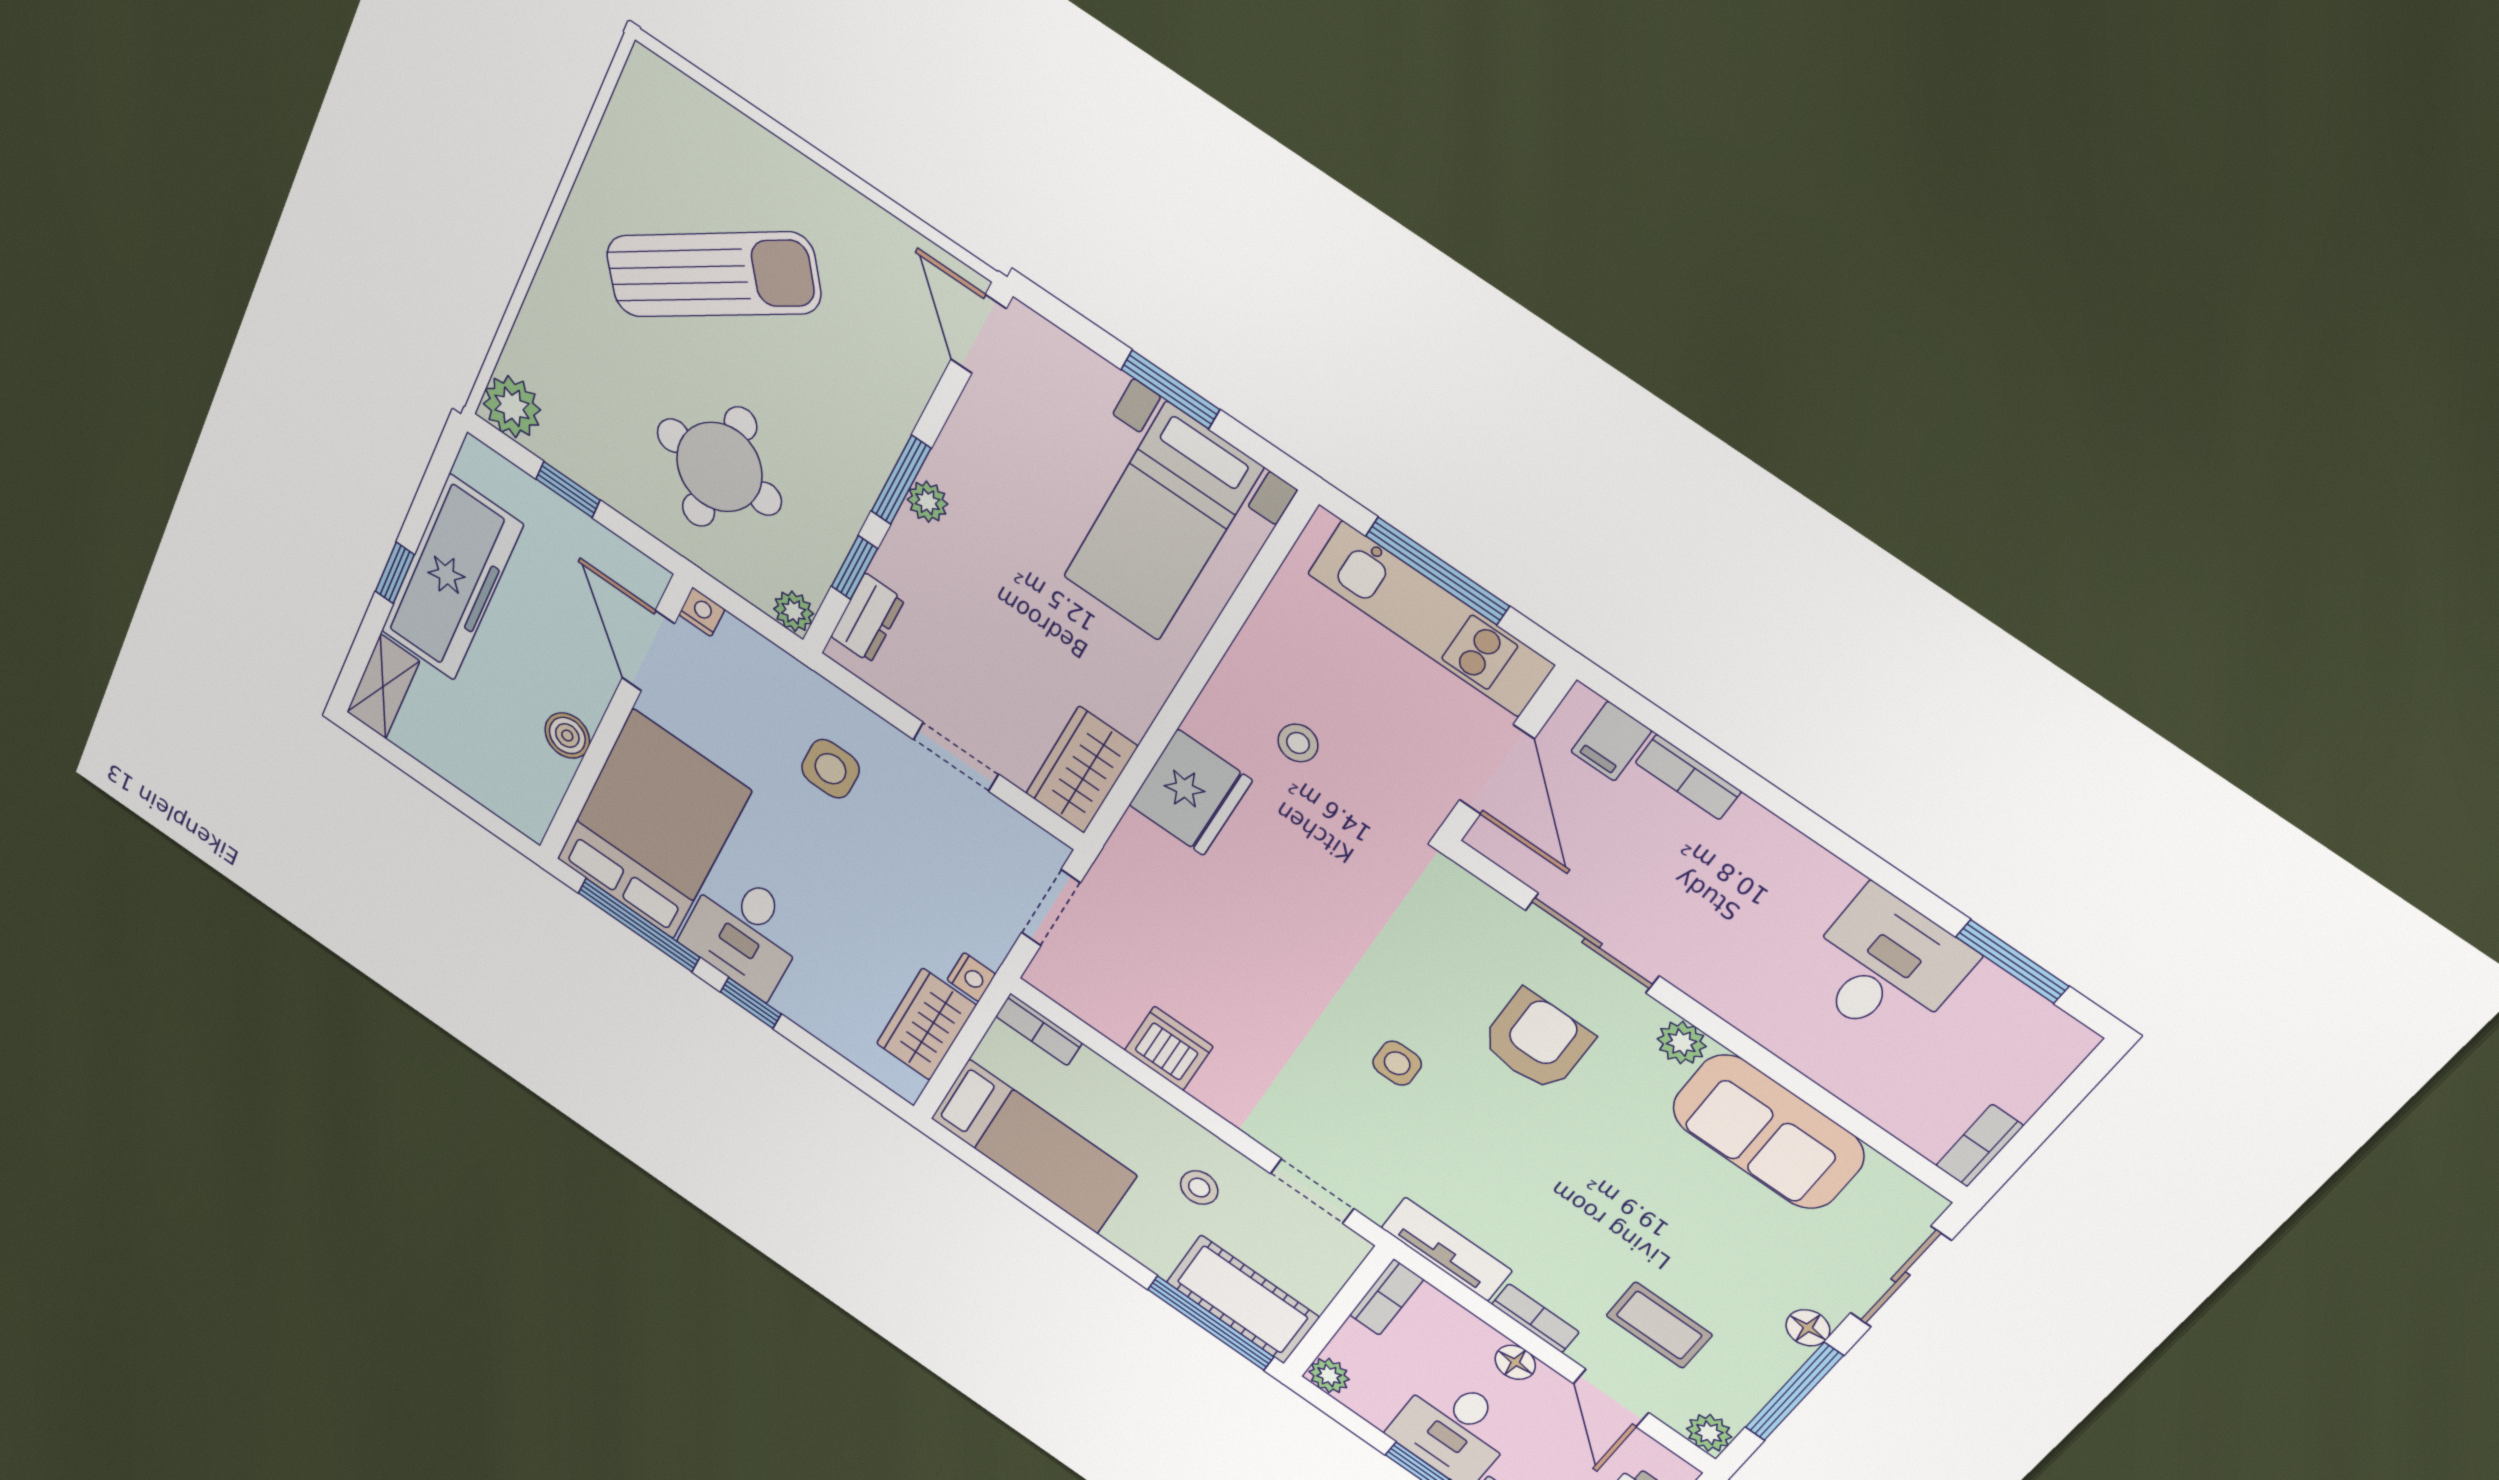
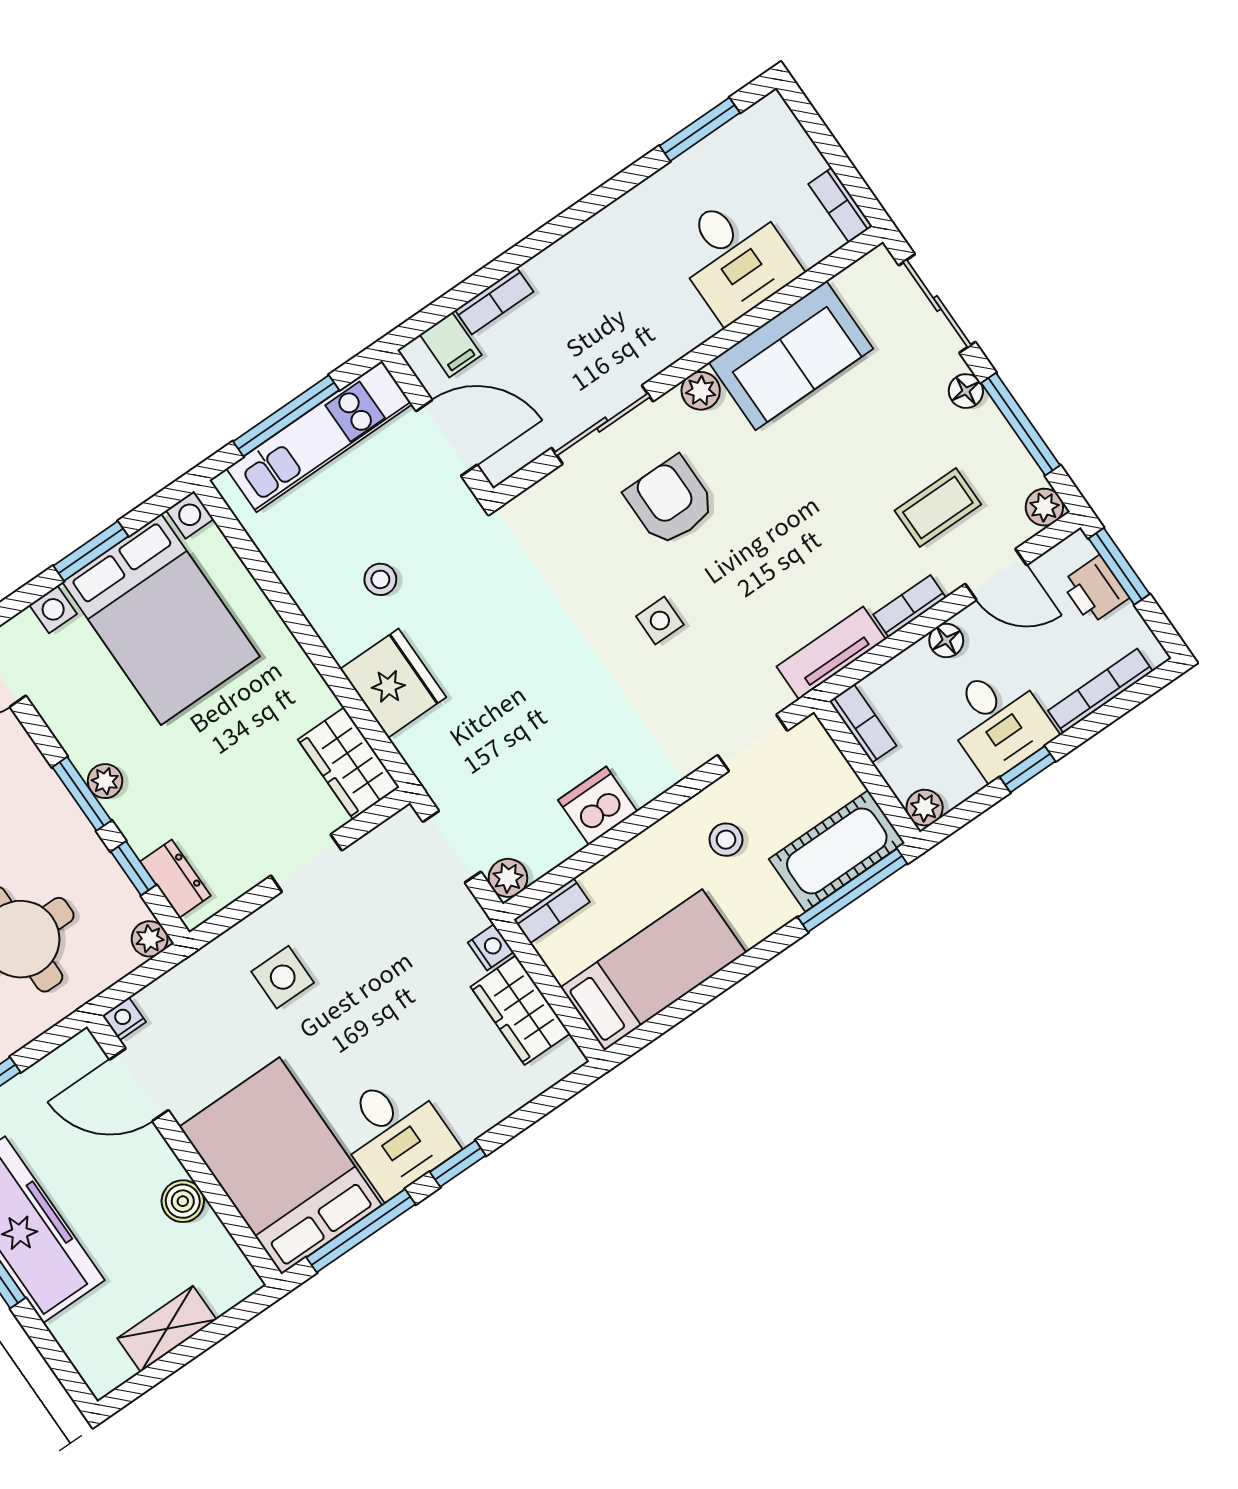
bed with nightstands: (1162, 523) -> (161, 619), width x1.36
shelving: (383, 687) -> (167, 1329), moved, turned 90
desk: (1885, 967) -> (735, 257), moved, turned 180
plant: (1049, 975) -> (508, 878), added

